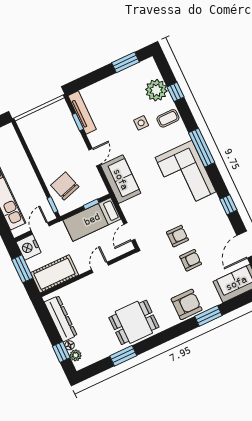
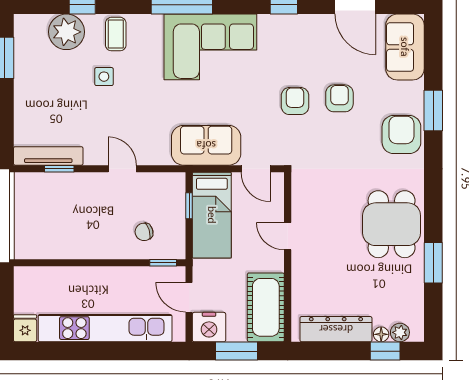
sofa: (121, 179) -> (206, 145), moved
chair: (65, 186) -> (144, 232), width x0.54, depth x0.54

